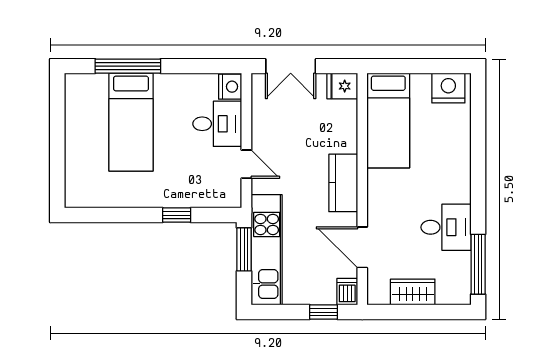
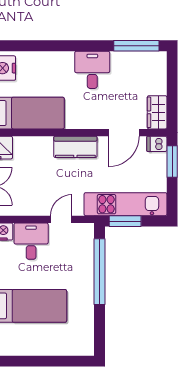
window: (177, 215) -> (99, 272), width x3.17
desk: (446, 227) -> (92, 70), moved
wardrobe: (413, 292) -> (157, 112), moved
window: (324, 312) -> (172, 162), width x1.50

